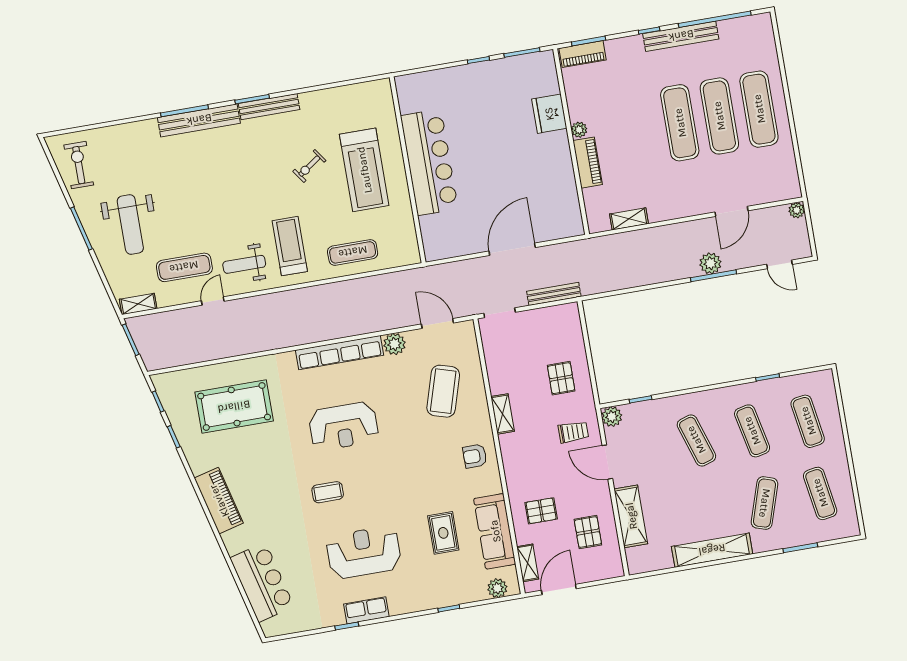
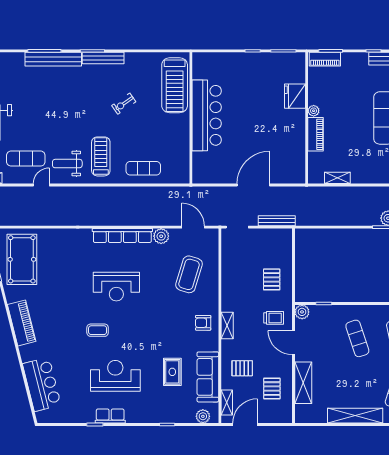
treadmill: (364, 170) -> (175, 85), moved
pool table: (234, 407) -> (22, 259), moved, turned 90
shelving: (503, 414) -> (227, 326), moved

